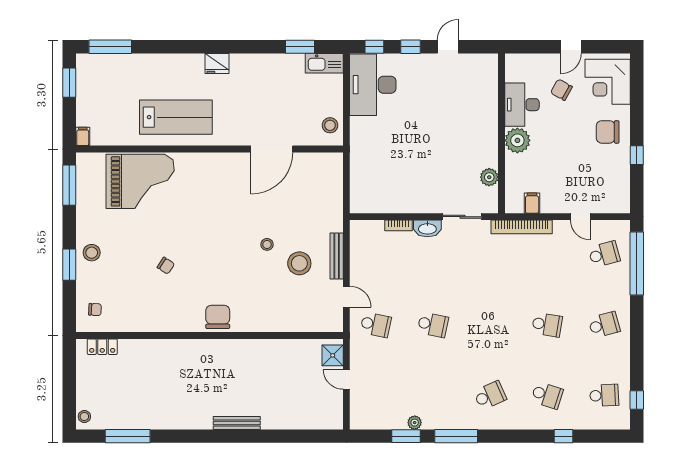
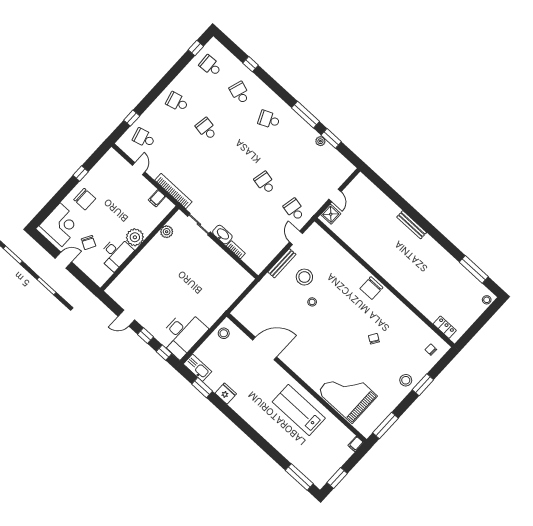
fridge: (217, 63) -> (226, 394), moved
window: (637, 263) -> (132, 118), width x0.32

